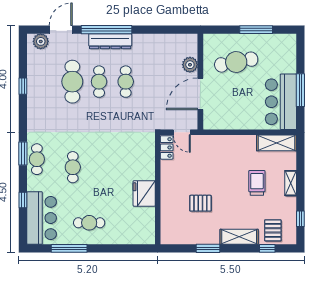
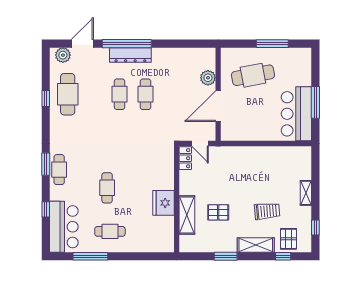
cafe table: (72, 82) -> (68, 94), moved
shelving: (277, 143) -> (187, 215), moved, turned 90
cafe table: (73, 167) -> (107, 188), moved
trolley: (257, 183) -> (267, 211), moved, turned 85

